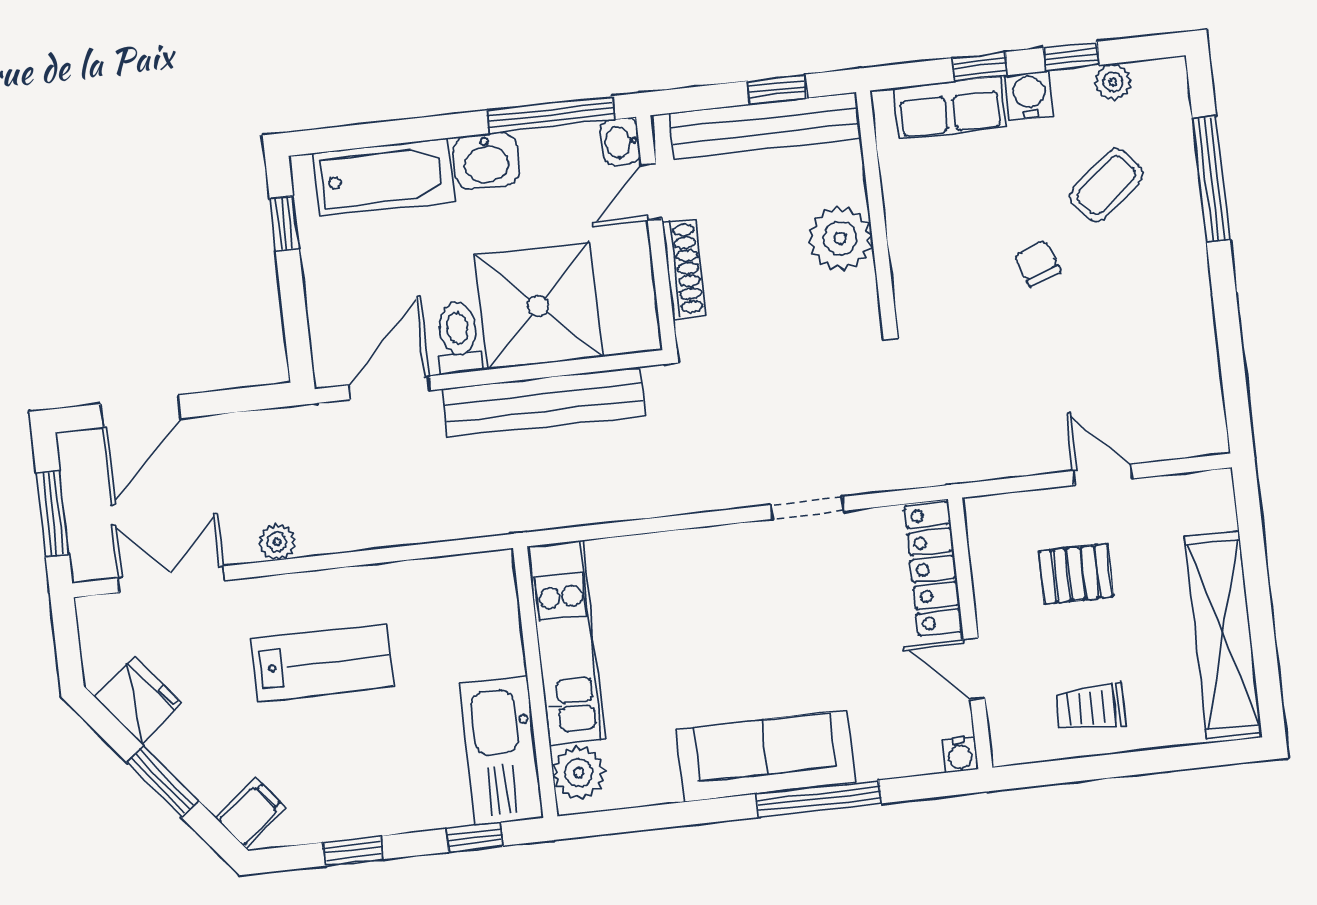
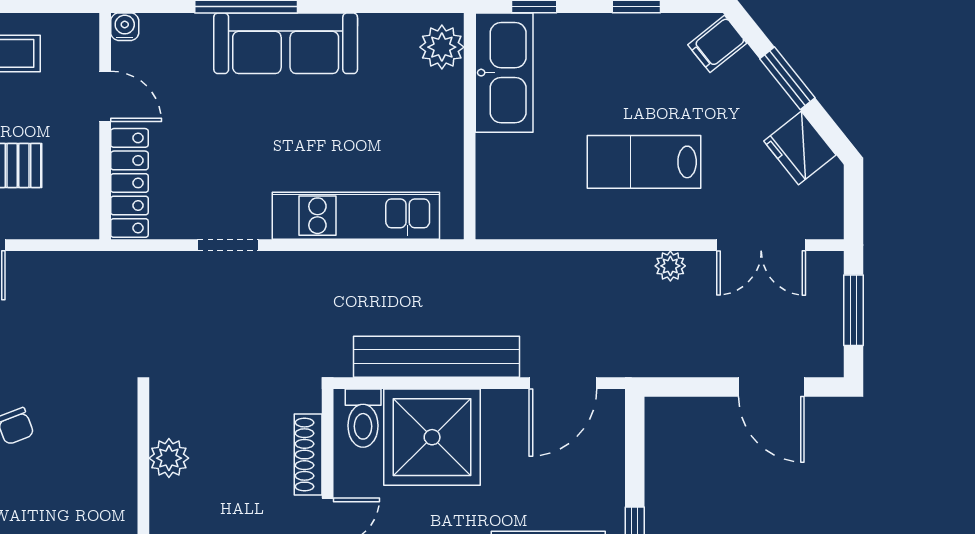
plant: (840, 238) -> (169, 458), width x0.73, depth x0.73
toilet: (459, 338) -> (363, 418), moved
door: (140, 411) -> (771, 387), swing flipped
kitchen unit: (566, 643) -> (356, 216), moved, turned 90

